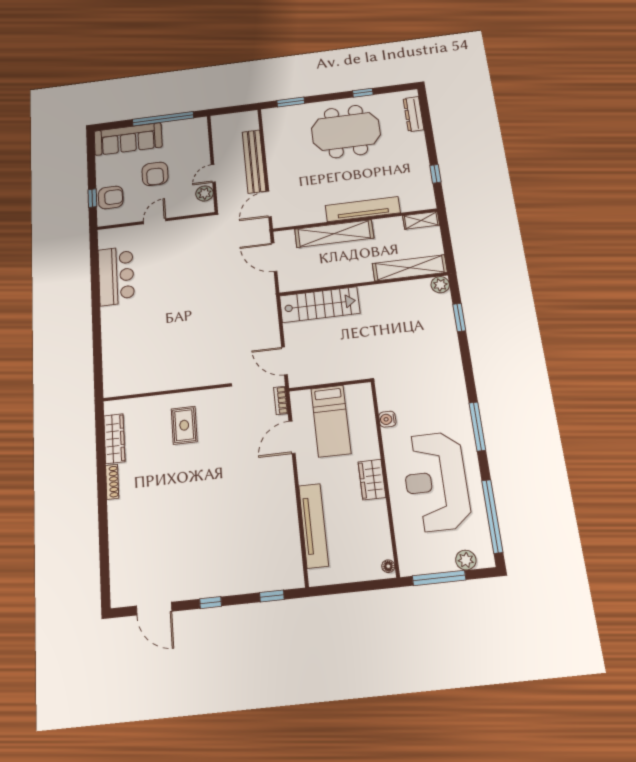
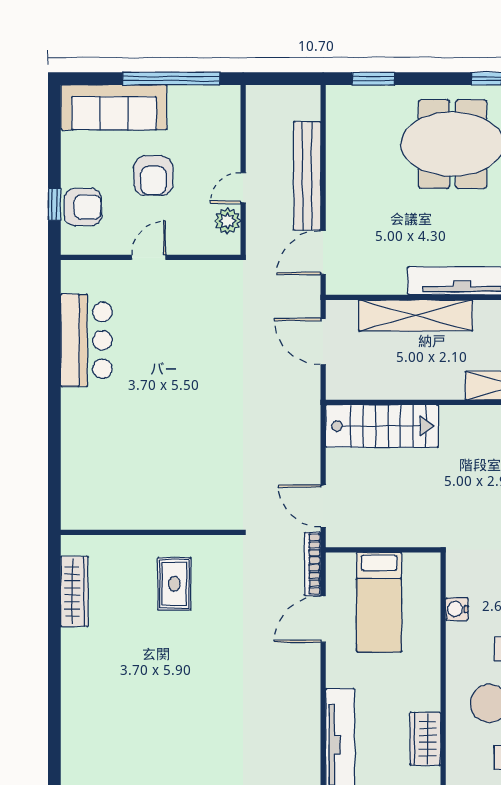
bookcase: (281, 400) -> (313, 564), width x1.56
wardrobe: (372, 480) -> (425, 739), moved
shoe rack: (112, 482) -> (69, 653), removed

